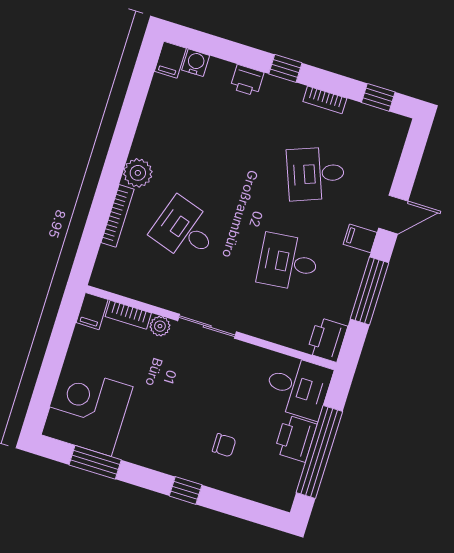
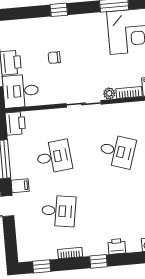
desk: (316, 174) -> (59, 211), turned 30
chair: (224, 445) -> (54, 58), moved

